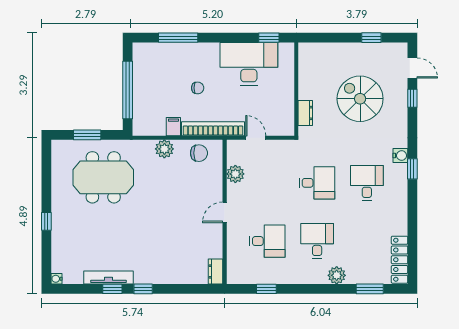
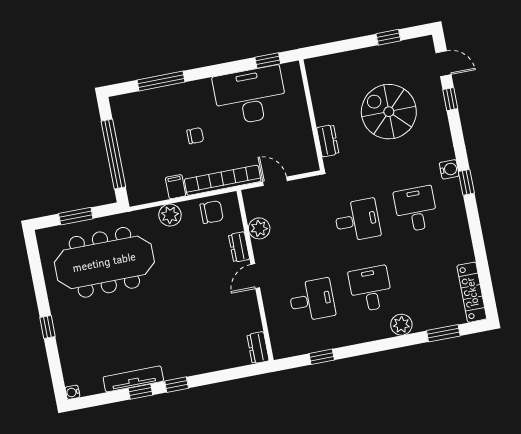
meeting table: (103, 177) -> (104, 262), width x1.36
dresser: (216, 186) -> (239, 247), added

